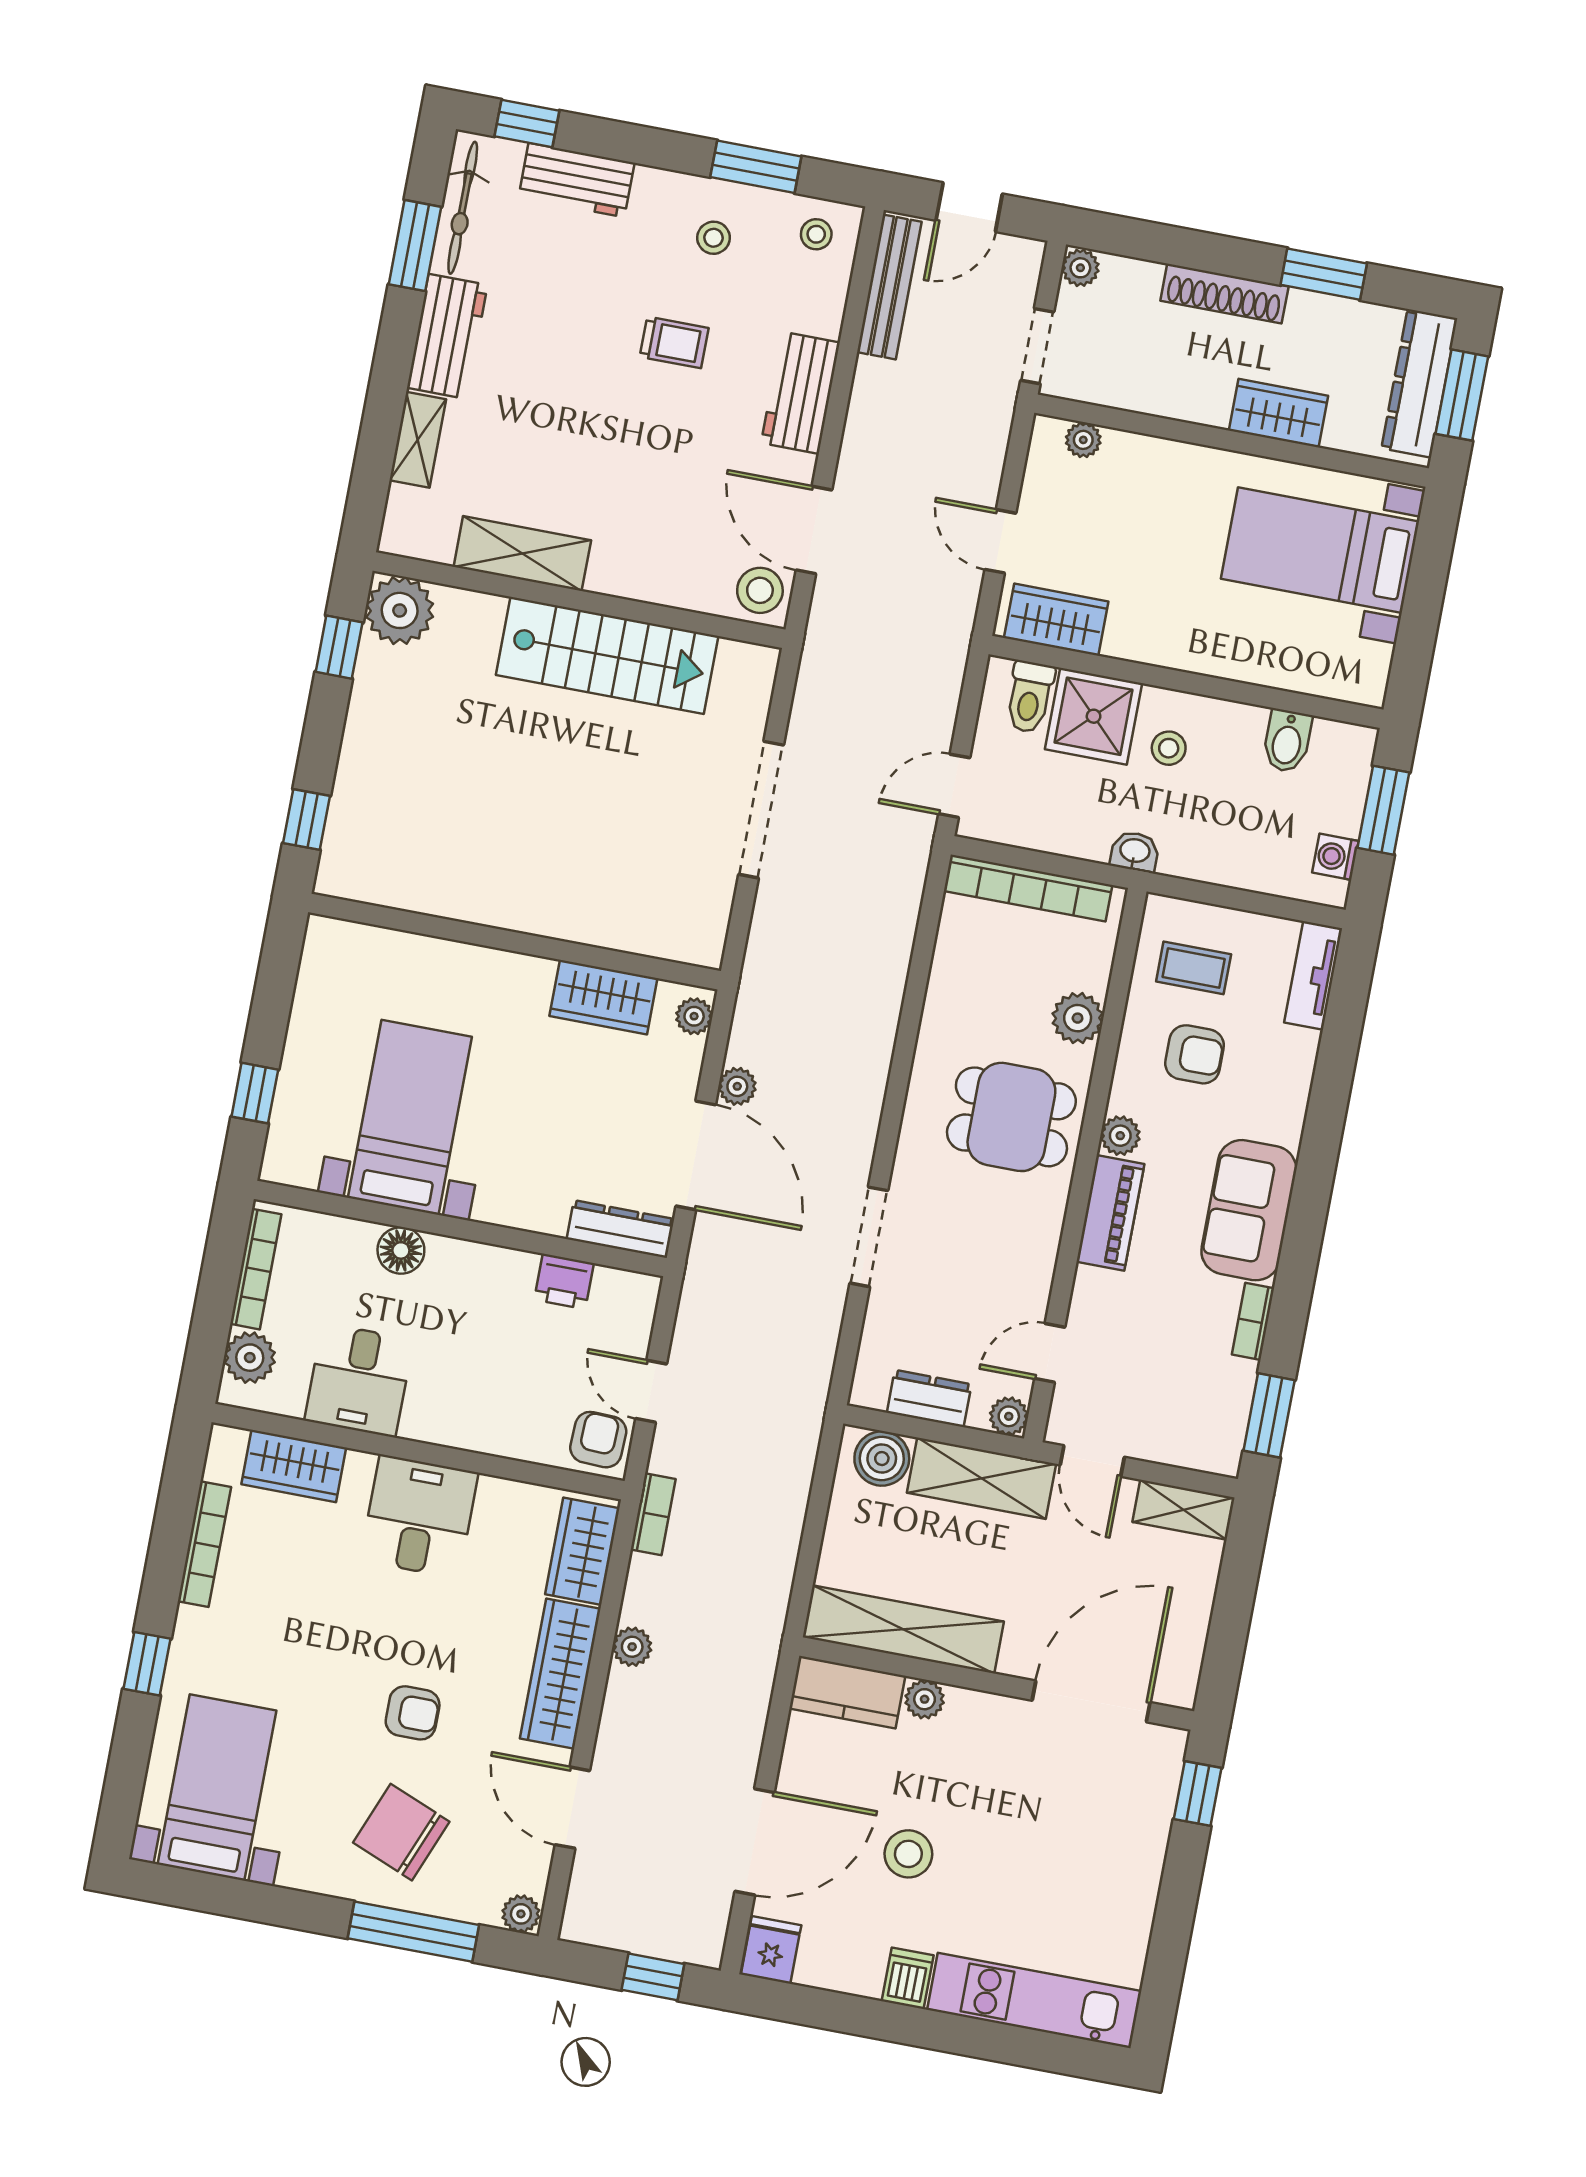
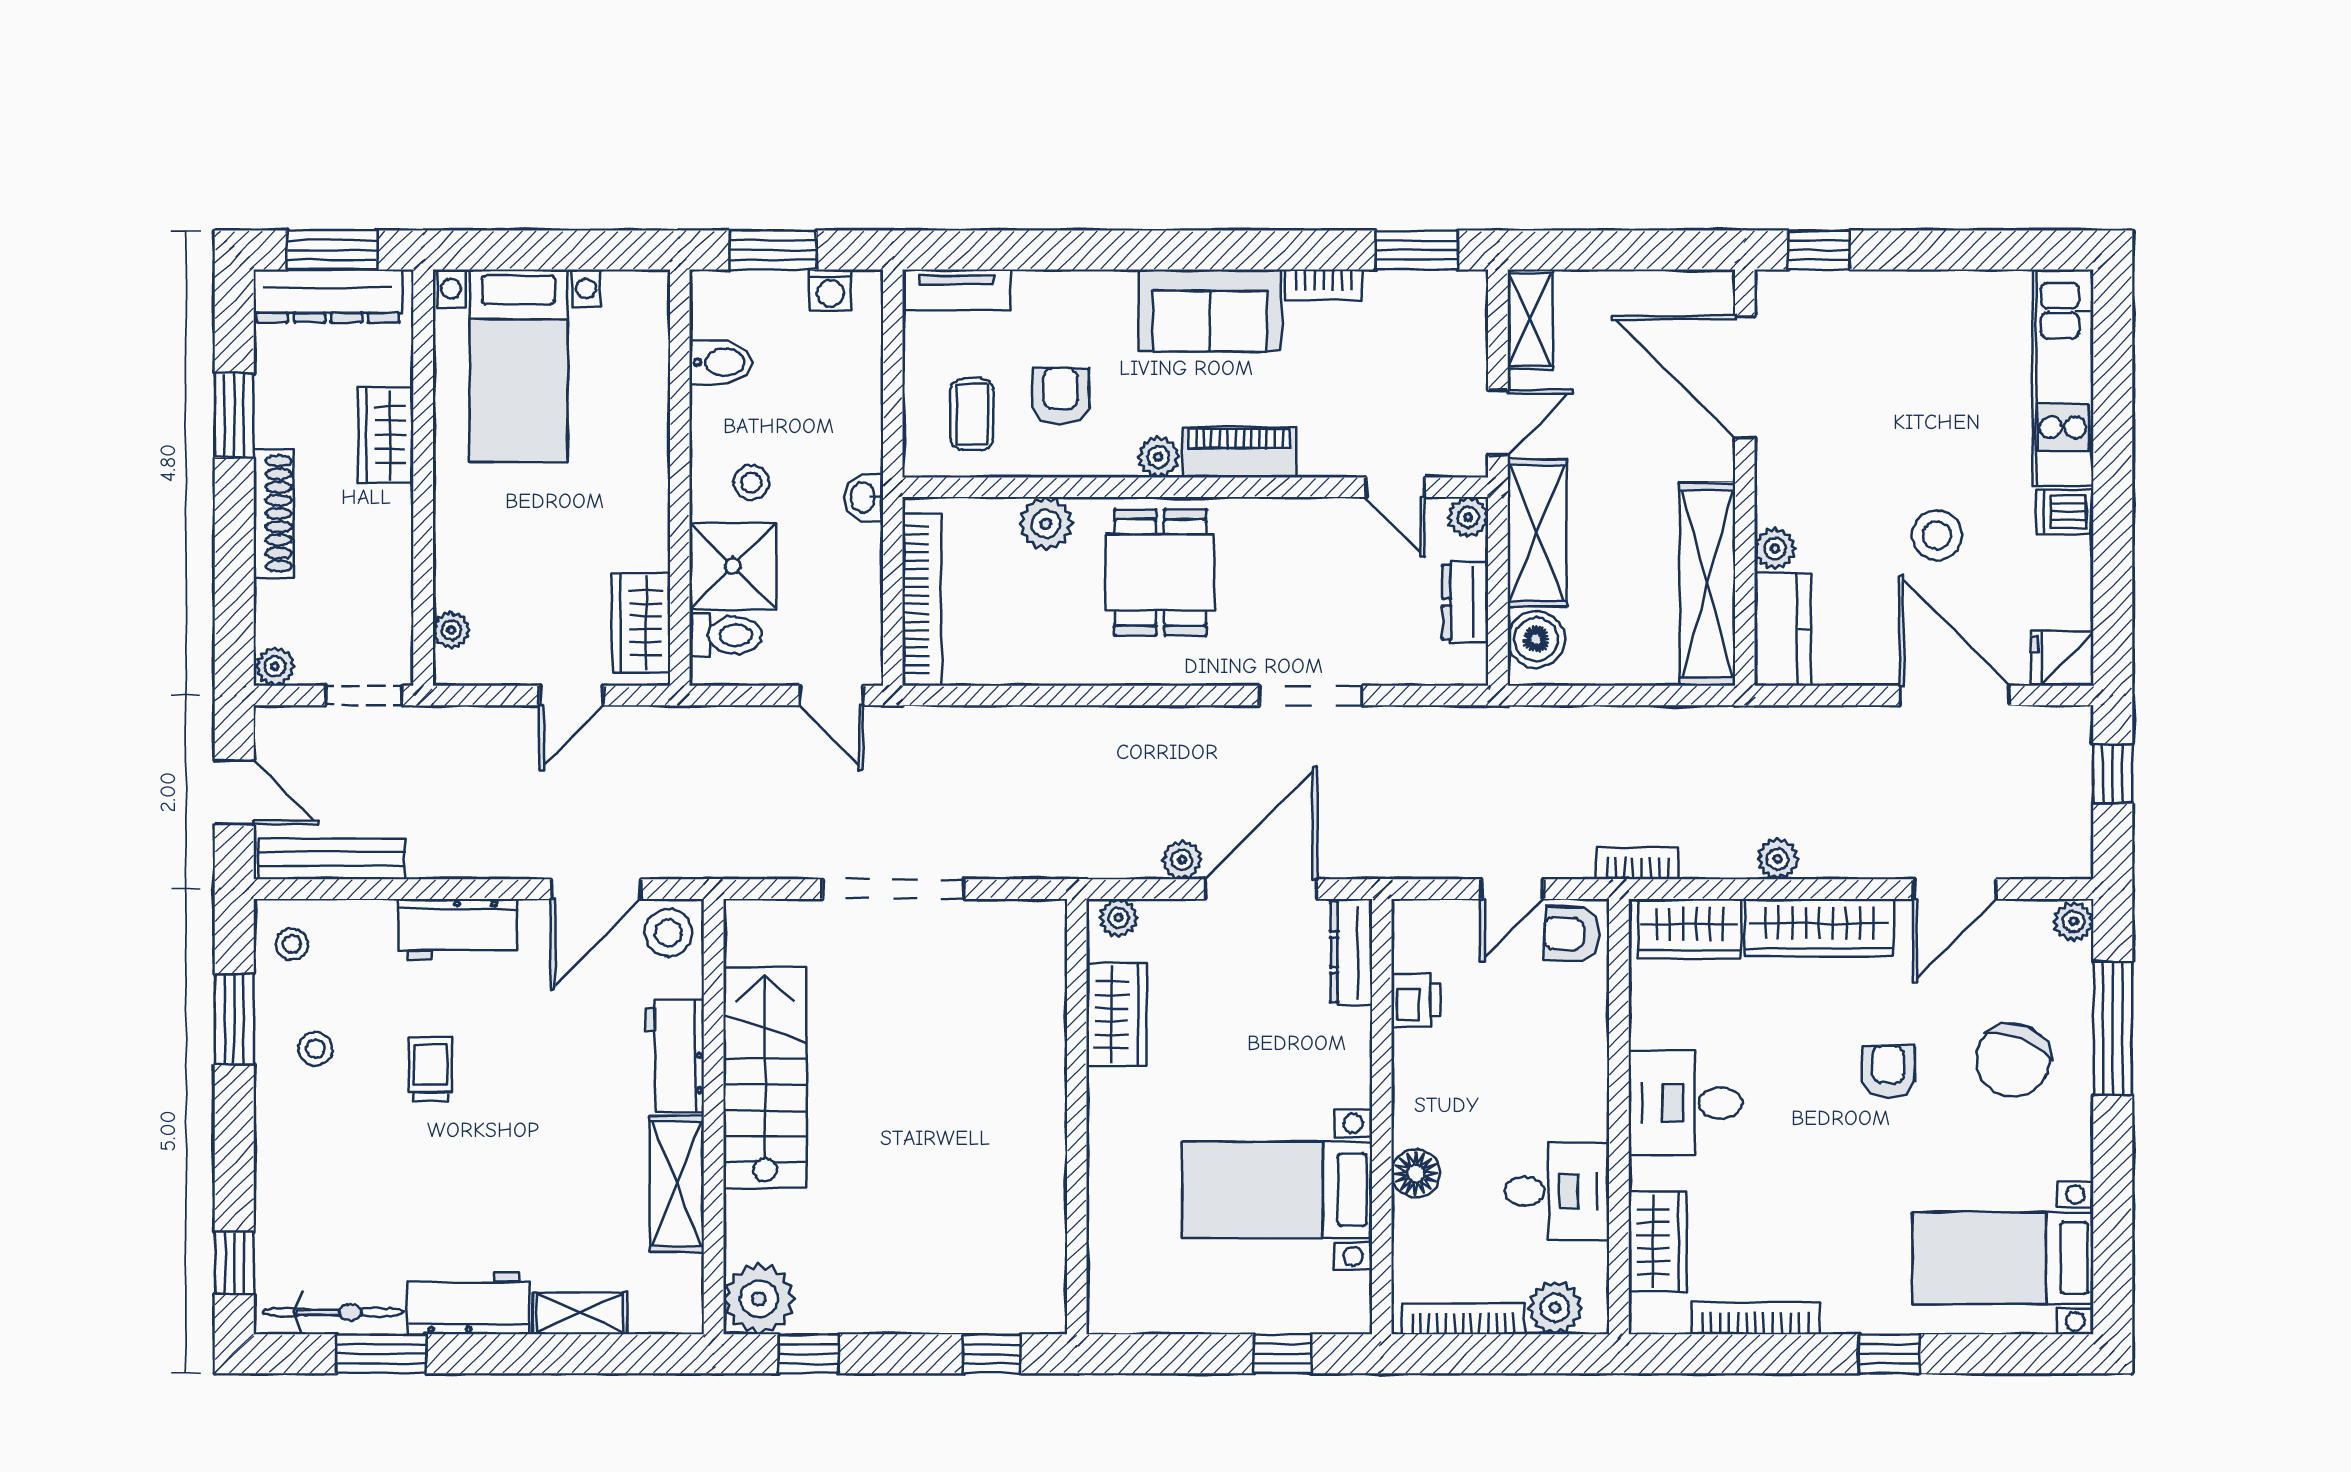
workbench: (576, 180) -> (675, 1056), moved, turned 180

